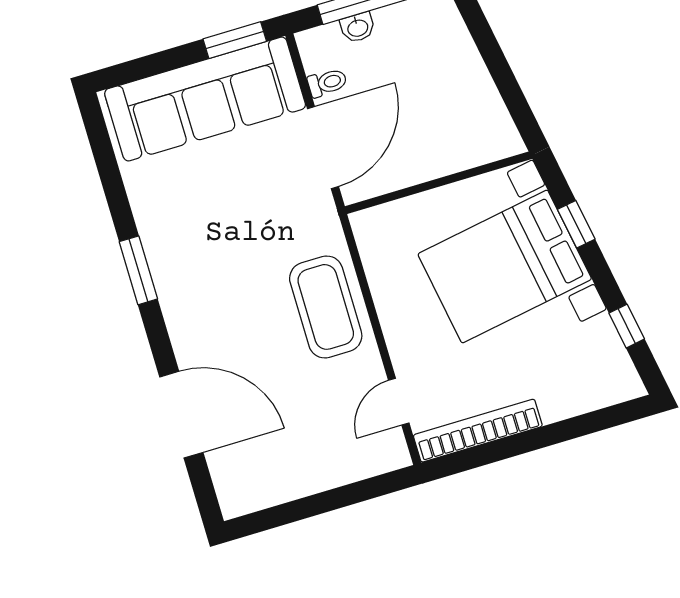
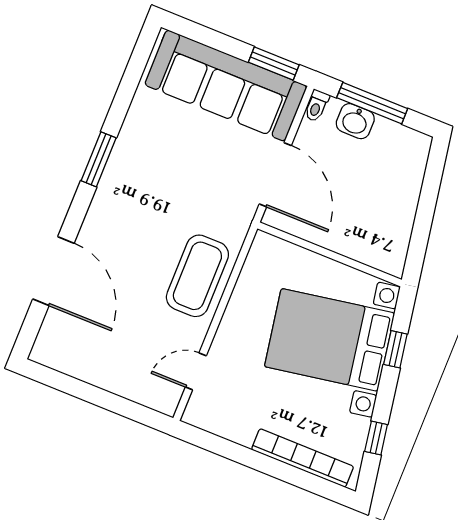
washbasin: (358, 27) -> (355, 121), width x1.38, depth x1.45
toilet: (327, 83) -> (317, 106), moved, turned 90
door: (323, 148) -> (275, 175), hinge flipped
bookcase: (478, 431) -> (303, 458), moved

